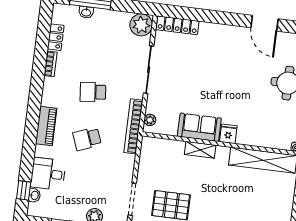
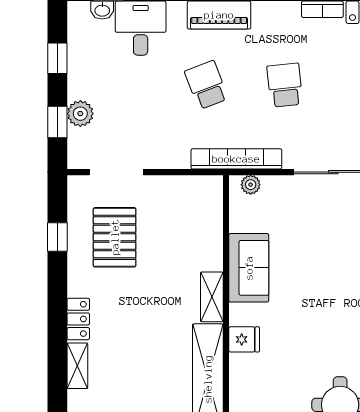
fridge: (228, 134) -> (244, 339), moved
shelving: (200, 150) -> (212, 297), moved

